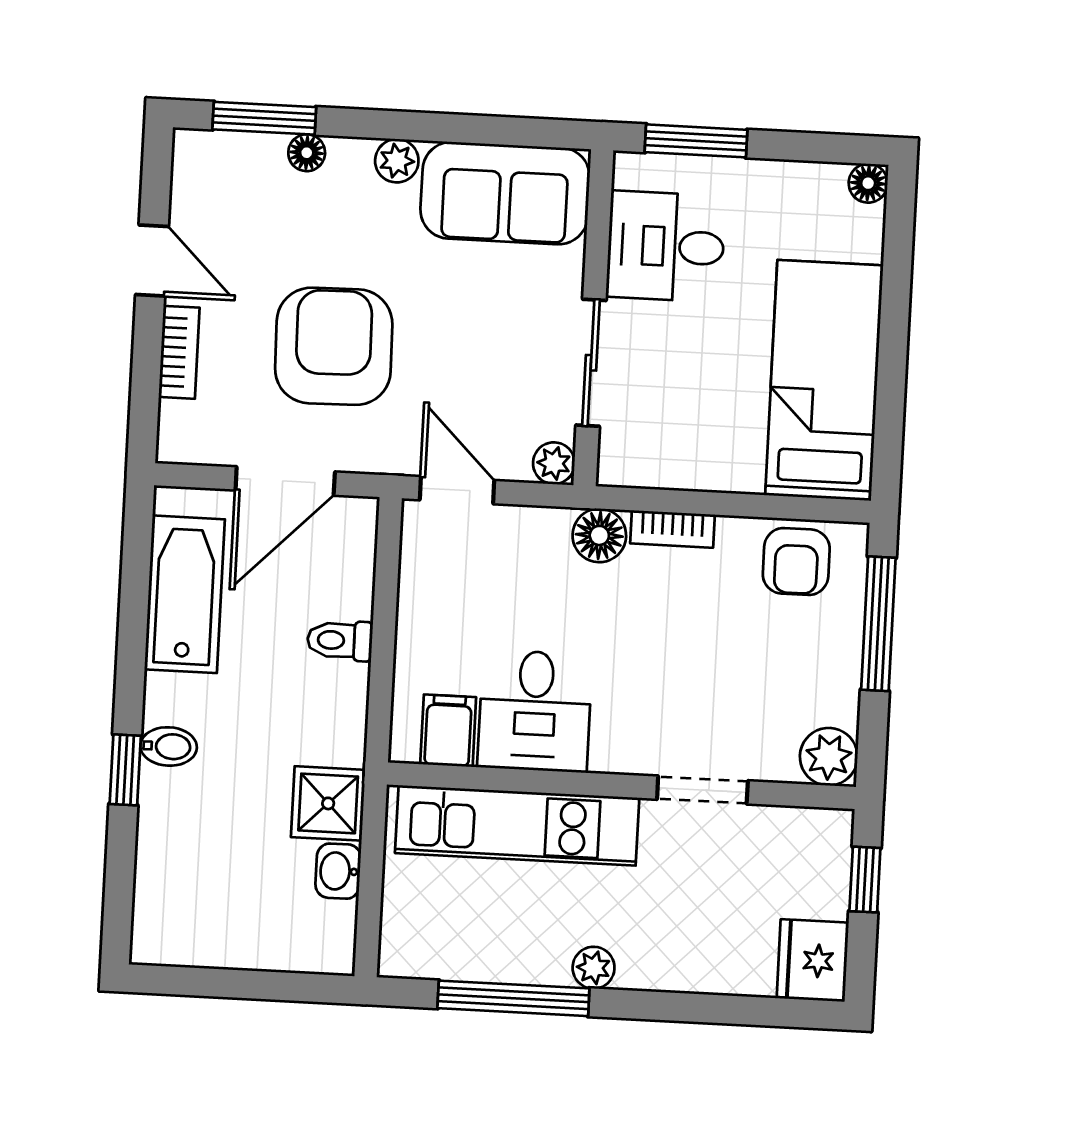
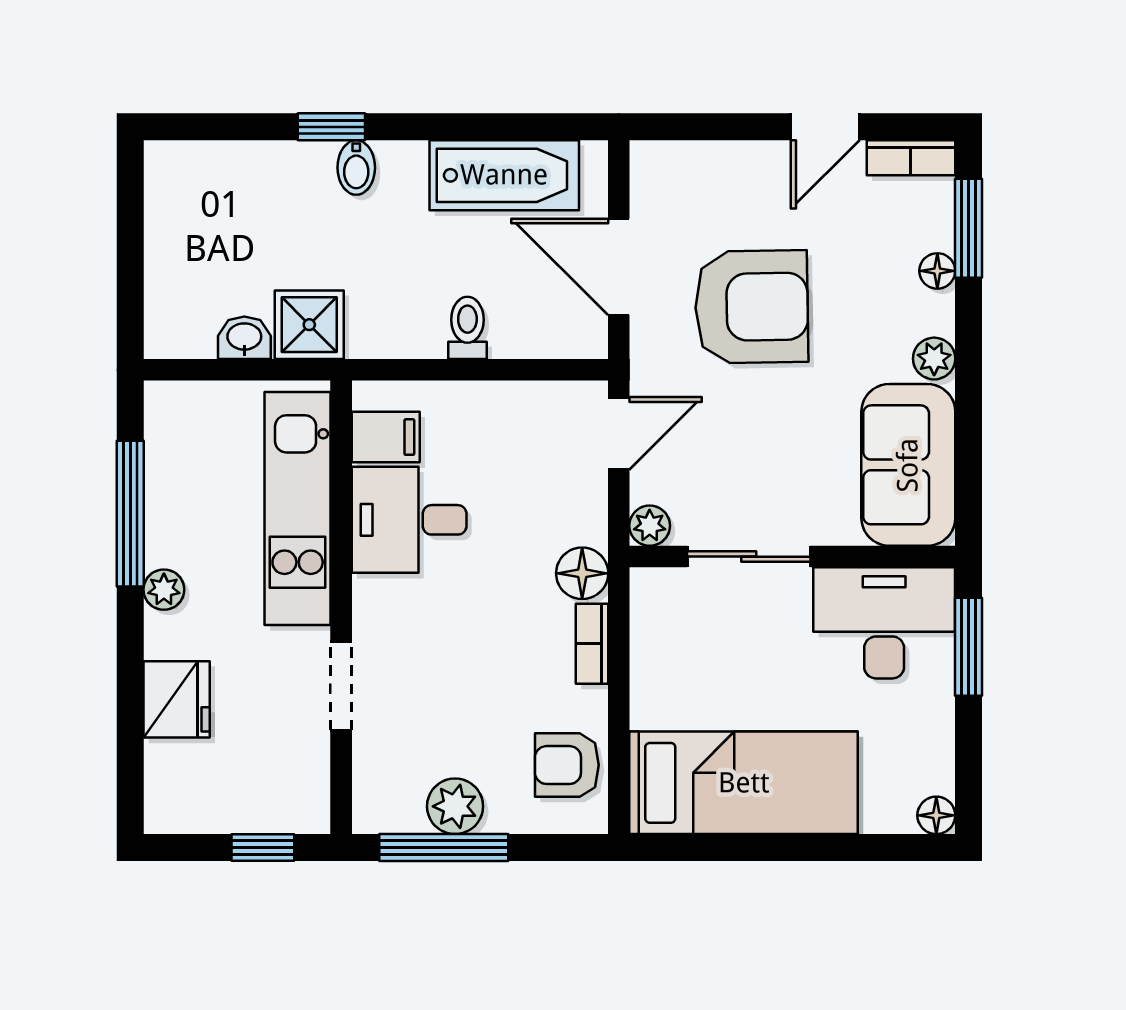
desk: (666, 246) -> (884, 623), width x1.37
bookcase: (179, 352) -> (911, 158), moved
window: (878, 624) -> (444, 848), moved
plant: (829, 757) -> (455, 806), moved
fridge: (813, 961) -> (177, 699), moved, turned 90

